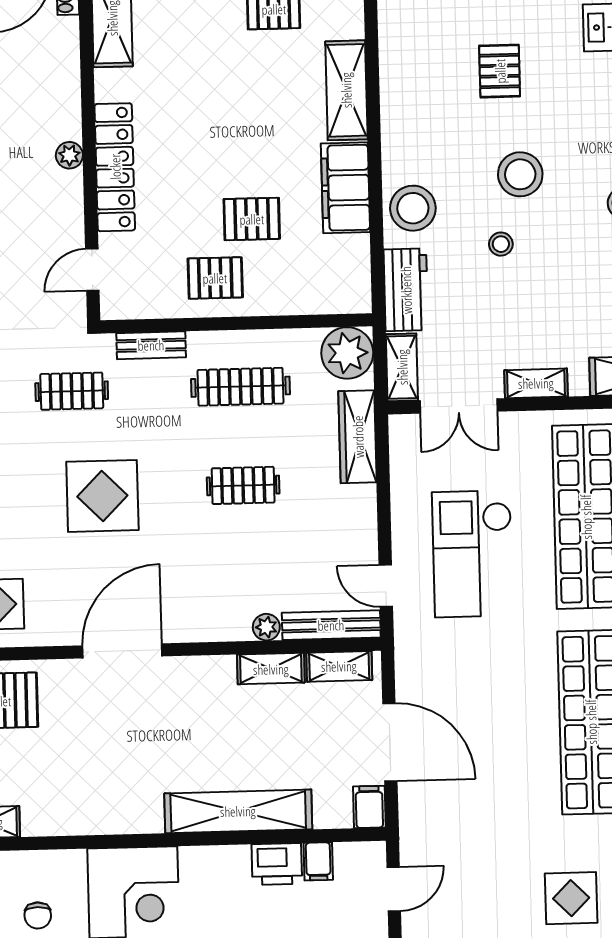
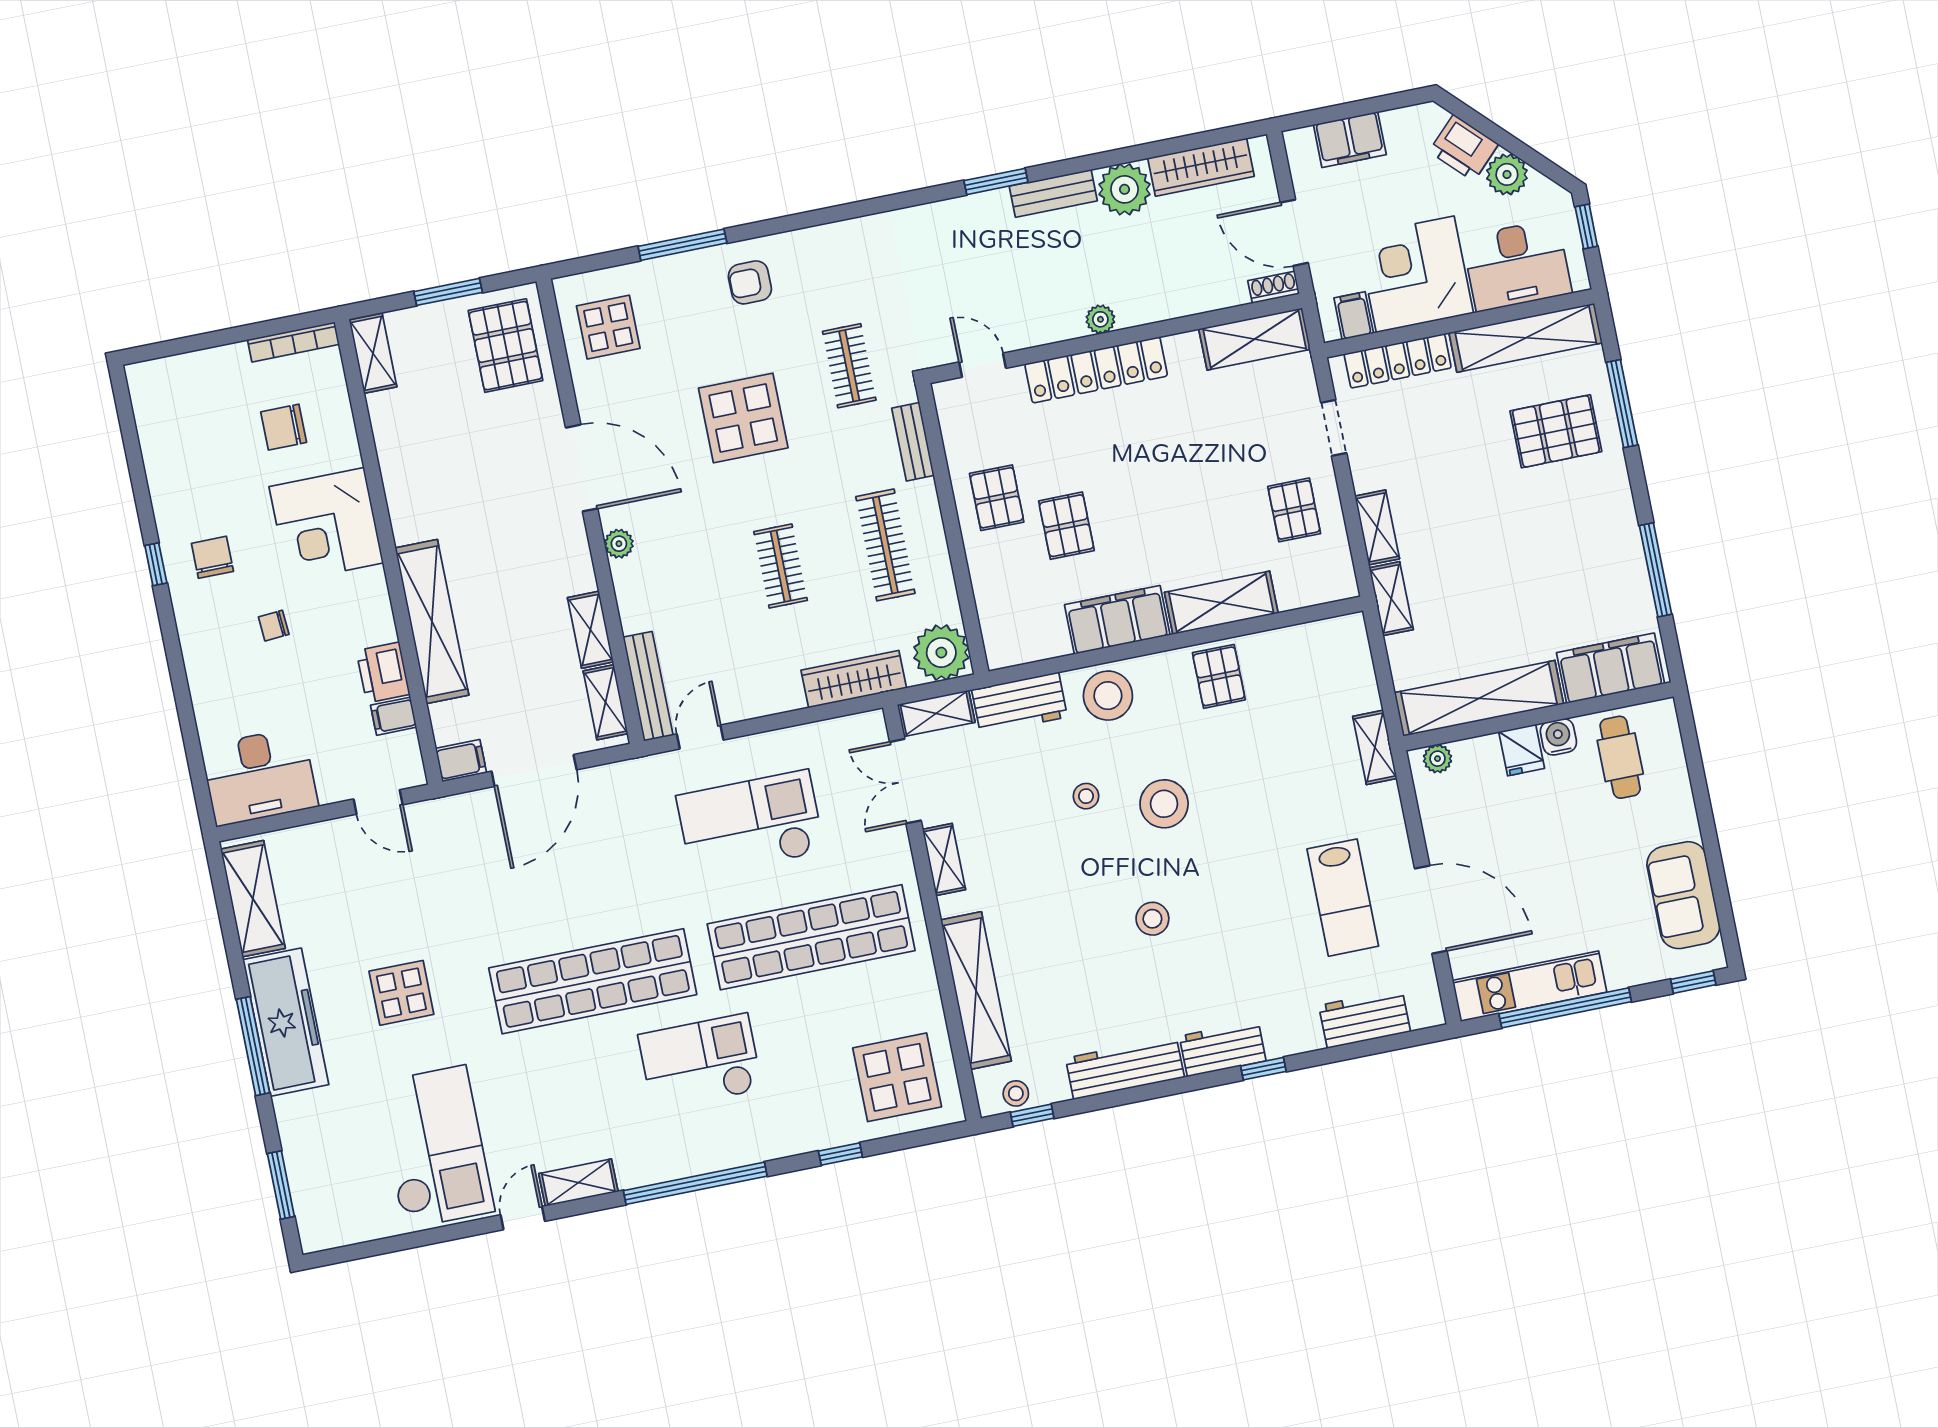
pallet: (500, 71) -> (1219, 676), moved, turned 90
plant: (266, 627) -> (619, 544), moved
chair: (38, 915) -> (284, 427), width x1.37, depth x1.37

